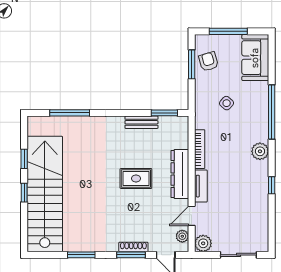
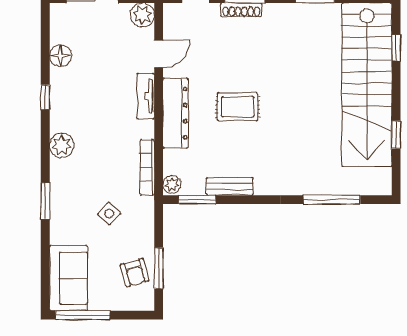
window: (228, 31) -> (83, 315), moved
window: (272, 112) -> (45, 201), width x0.47
bookcase: (200, 149) -> (147, 167), moved
window: (24, 193) -> (396, 48), moved
floor lamp: (261, 214) -> (60, 56), added
plant: (182, 236) -> (172, 184), moved

